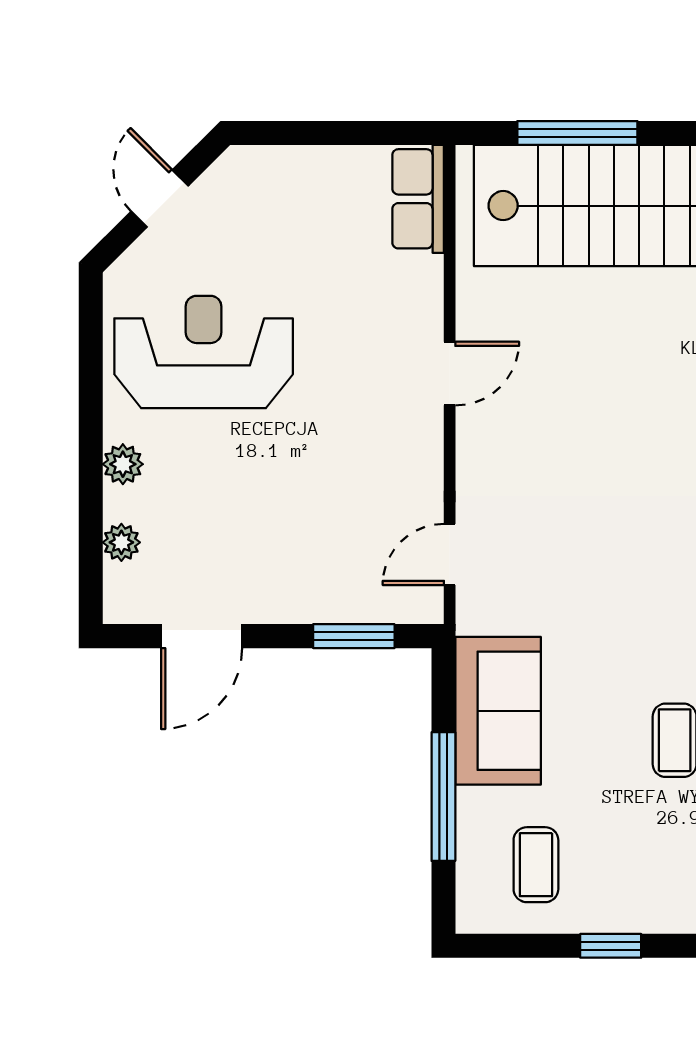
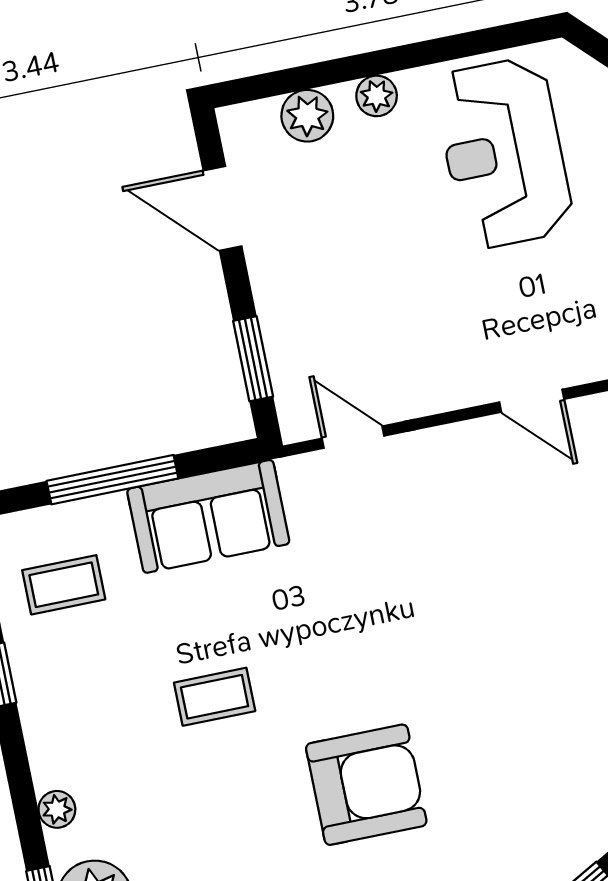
reception desk: (204, 352) -> (504, 153), turned 180
plant: (121, 542) -> (307, 116), width x1.38, depth x1.38

